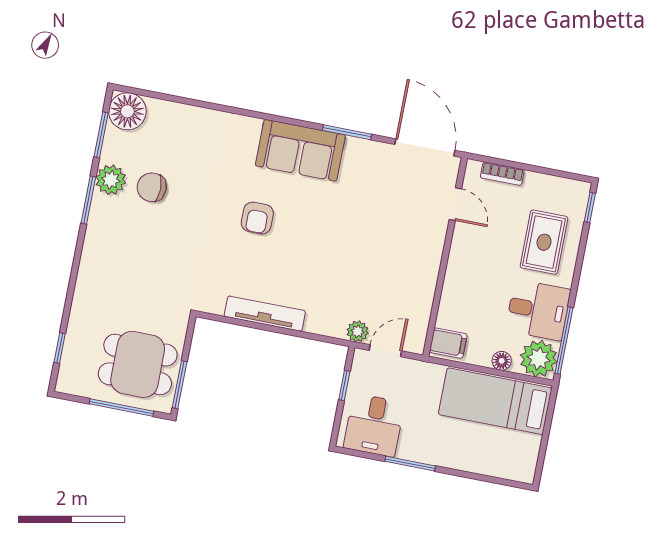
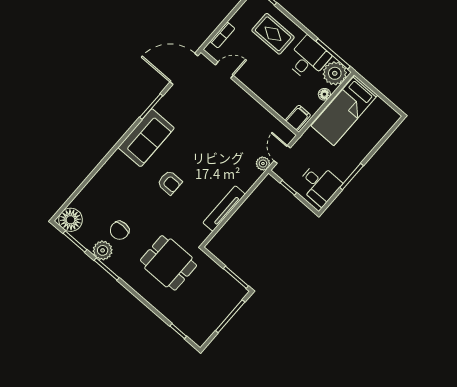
dining table: (138, 364) -> (168, 263), moved, turned 90

